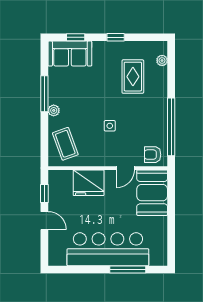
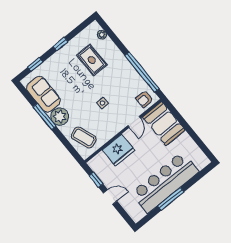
sofa: (70, 54) -> (43, 94), moved, turned -90
plant: (54, 110) -> (60, 117), width x1.88, depth x1.88
window: (128, 269) -> (171, 199), moved

